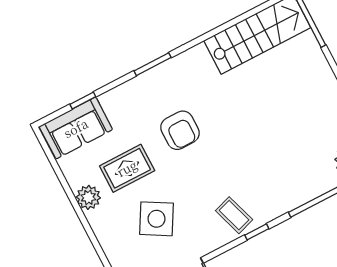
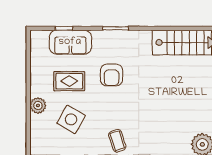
sofa: (76, 128) -> (70, 42), moved
plant: (88, 197) -> (38, 105), moved

